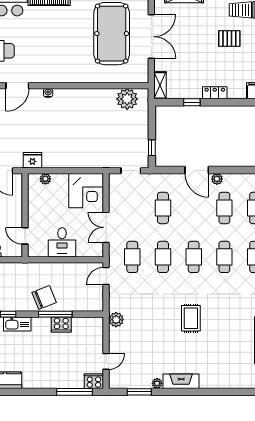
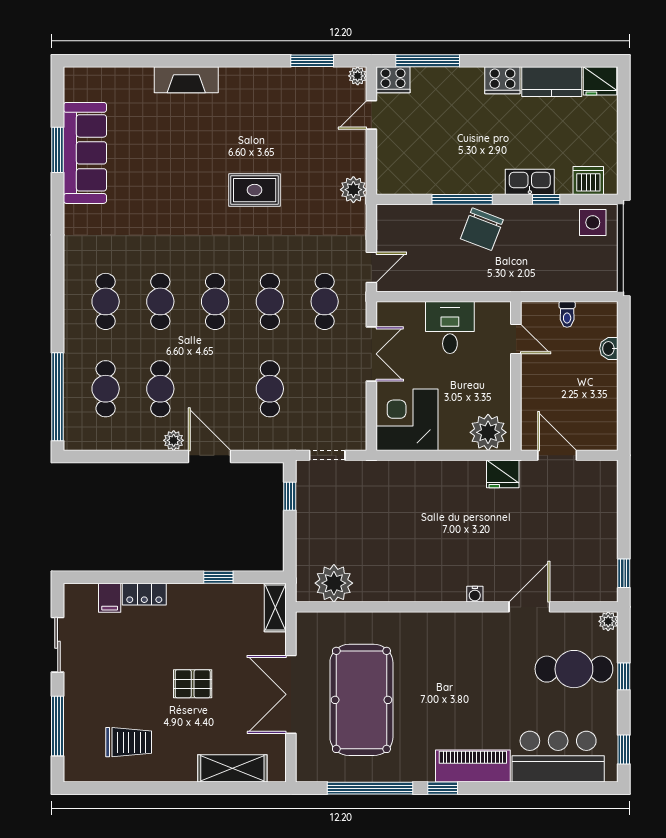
pallet: (229, 38) -> (193, 684), moved
locker: (215, 93) -> (144, 594), moved
plant: (45, 179) -> (488, 432), width x1.87, depth x1.87
chair: (44, 297) -> (482, 229), turned -47
rug: (191, 318) -> (255, 190), moved, turned 90
cooker: (61, 324) -> (502, 80), moved, turned 180
fireplace: (181, 381) -> (186, 80), moved
plant: (157, 383) -> (358, 76), moved

